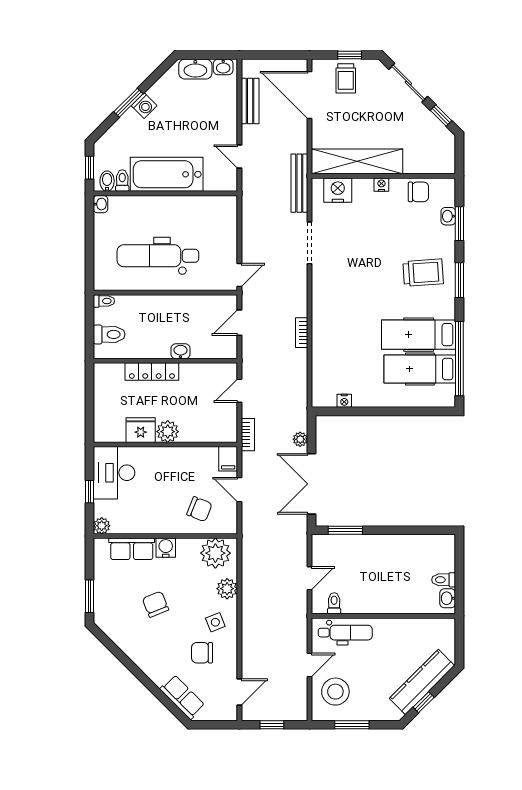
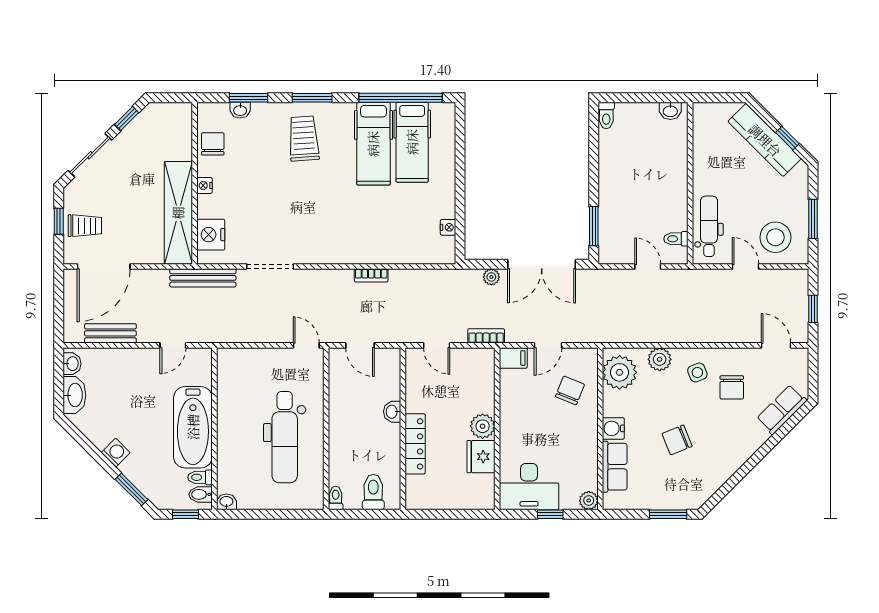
window: (128, 103) -> (131, 489), moved
toilet: (444, 580) -> (606, 115), moved

